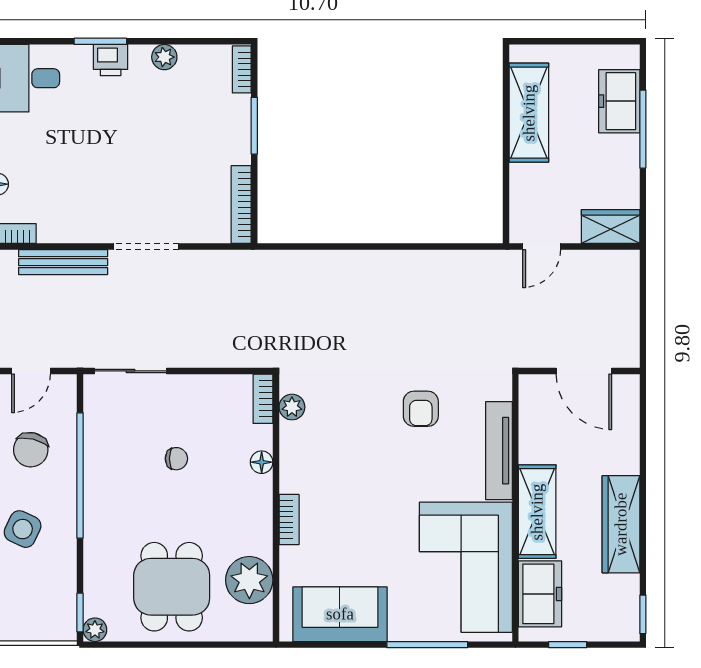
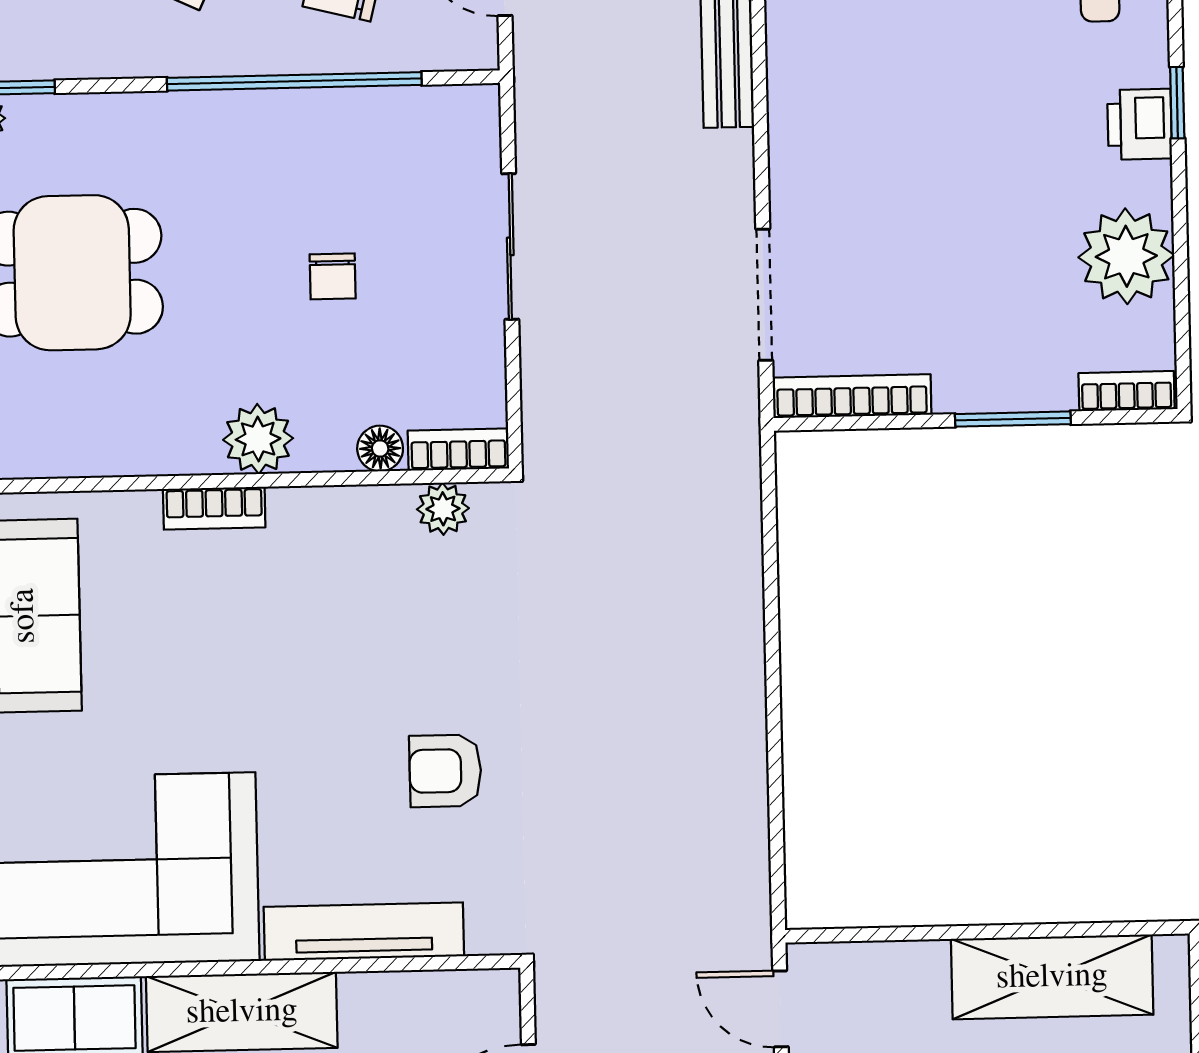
window: (100, 41) -> (1177, 103), width x0.67
plant: (164, 57) -> (1126, 256), width x1.88, depth x1.88
doorway: (146, 247) -> (764, 295), moved
sliding door: (131, 371) -> (510, 246), moved
floor lamp: (262, 462) -> (380, 448), moved
plant: (249, 580) -> (258, 439), moved, width x0.73, depth x0.73

